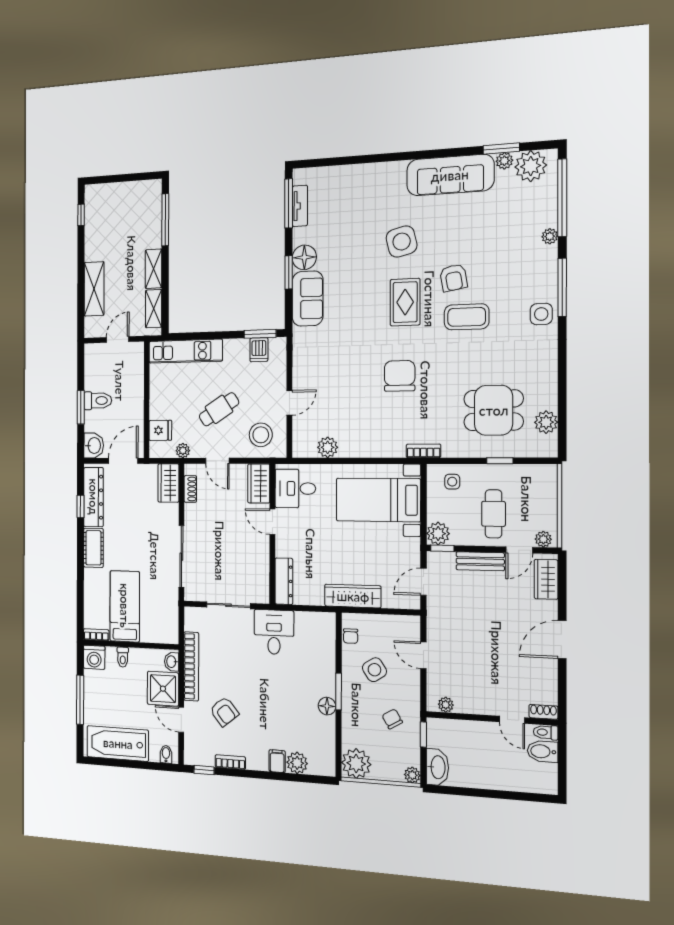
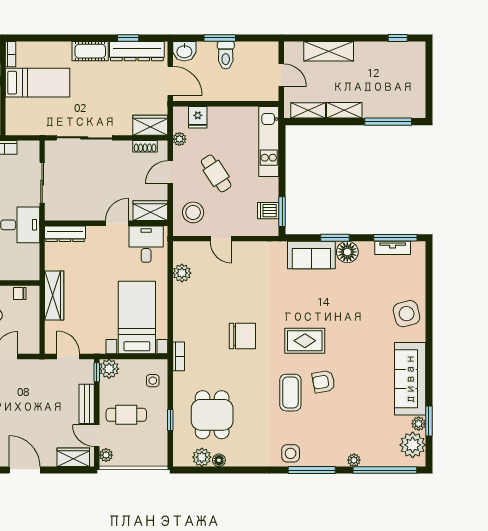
side table: (402, 242) -> (407, 314), moved
floor lamp: (550, 401) -> (219, 460), added

